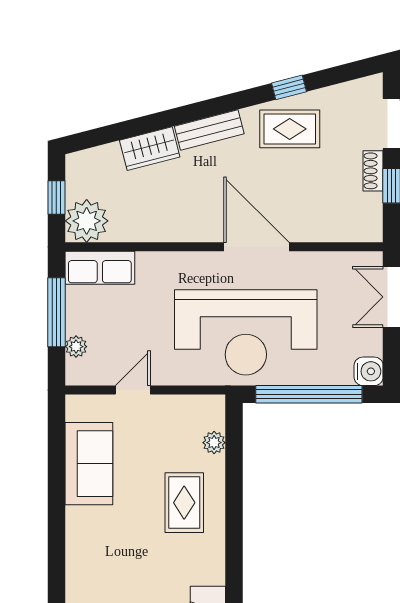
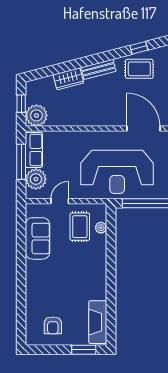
door: (256, 247) -> (144, 129), moved
row of seats: (100, 268) -> (34, 150), moved, turned -90
plant: (76, 347) -> (36, 179), width x1.87, depth x1.87
rug: (184, 503) -> (80, 227), moved

